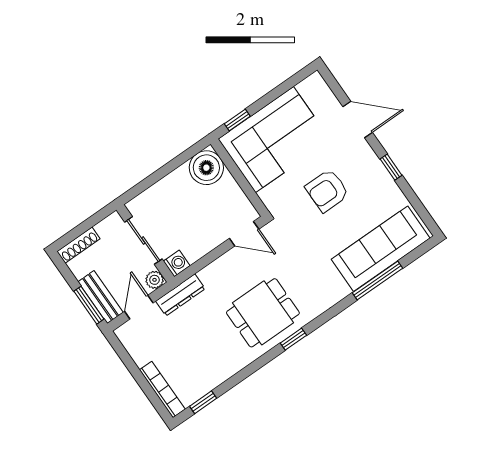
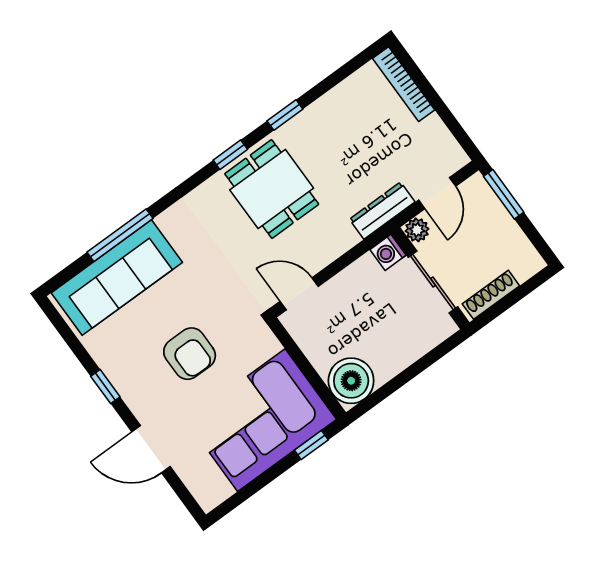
armchair: (327, 191) -> (190, 354), turned 90
shoe rack: (78, 245) -> (491, 295), moved
bench: (101, 297) -> (488, 205), removed
dining table: (263, 313) -> (272, 189), turned 90
window: (203, 402) -> (285, 115), moved

